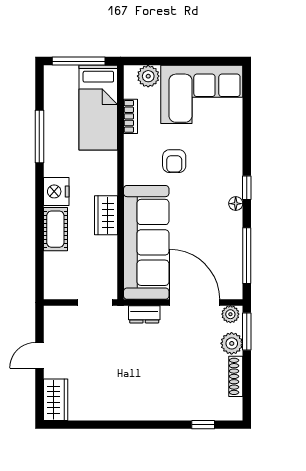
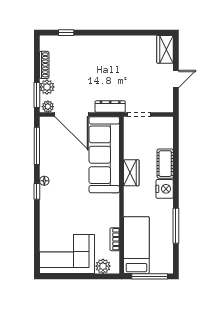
armchair: (174, 161) -> (86, 209), removed
dresser: (144, 314) -> (110, 107), width x1.44

